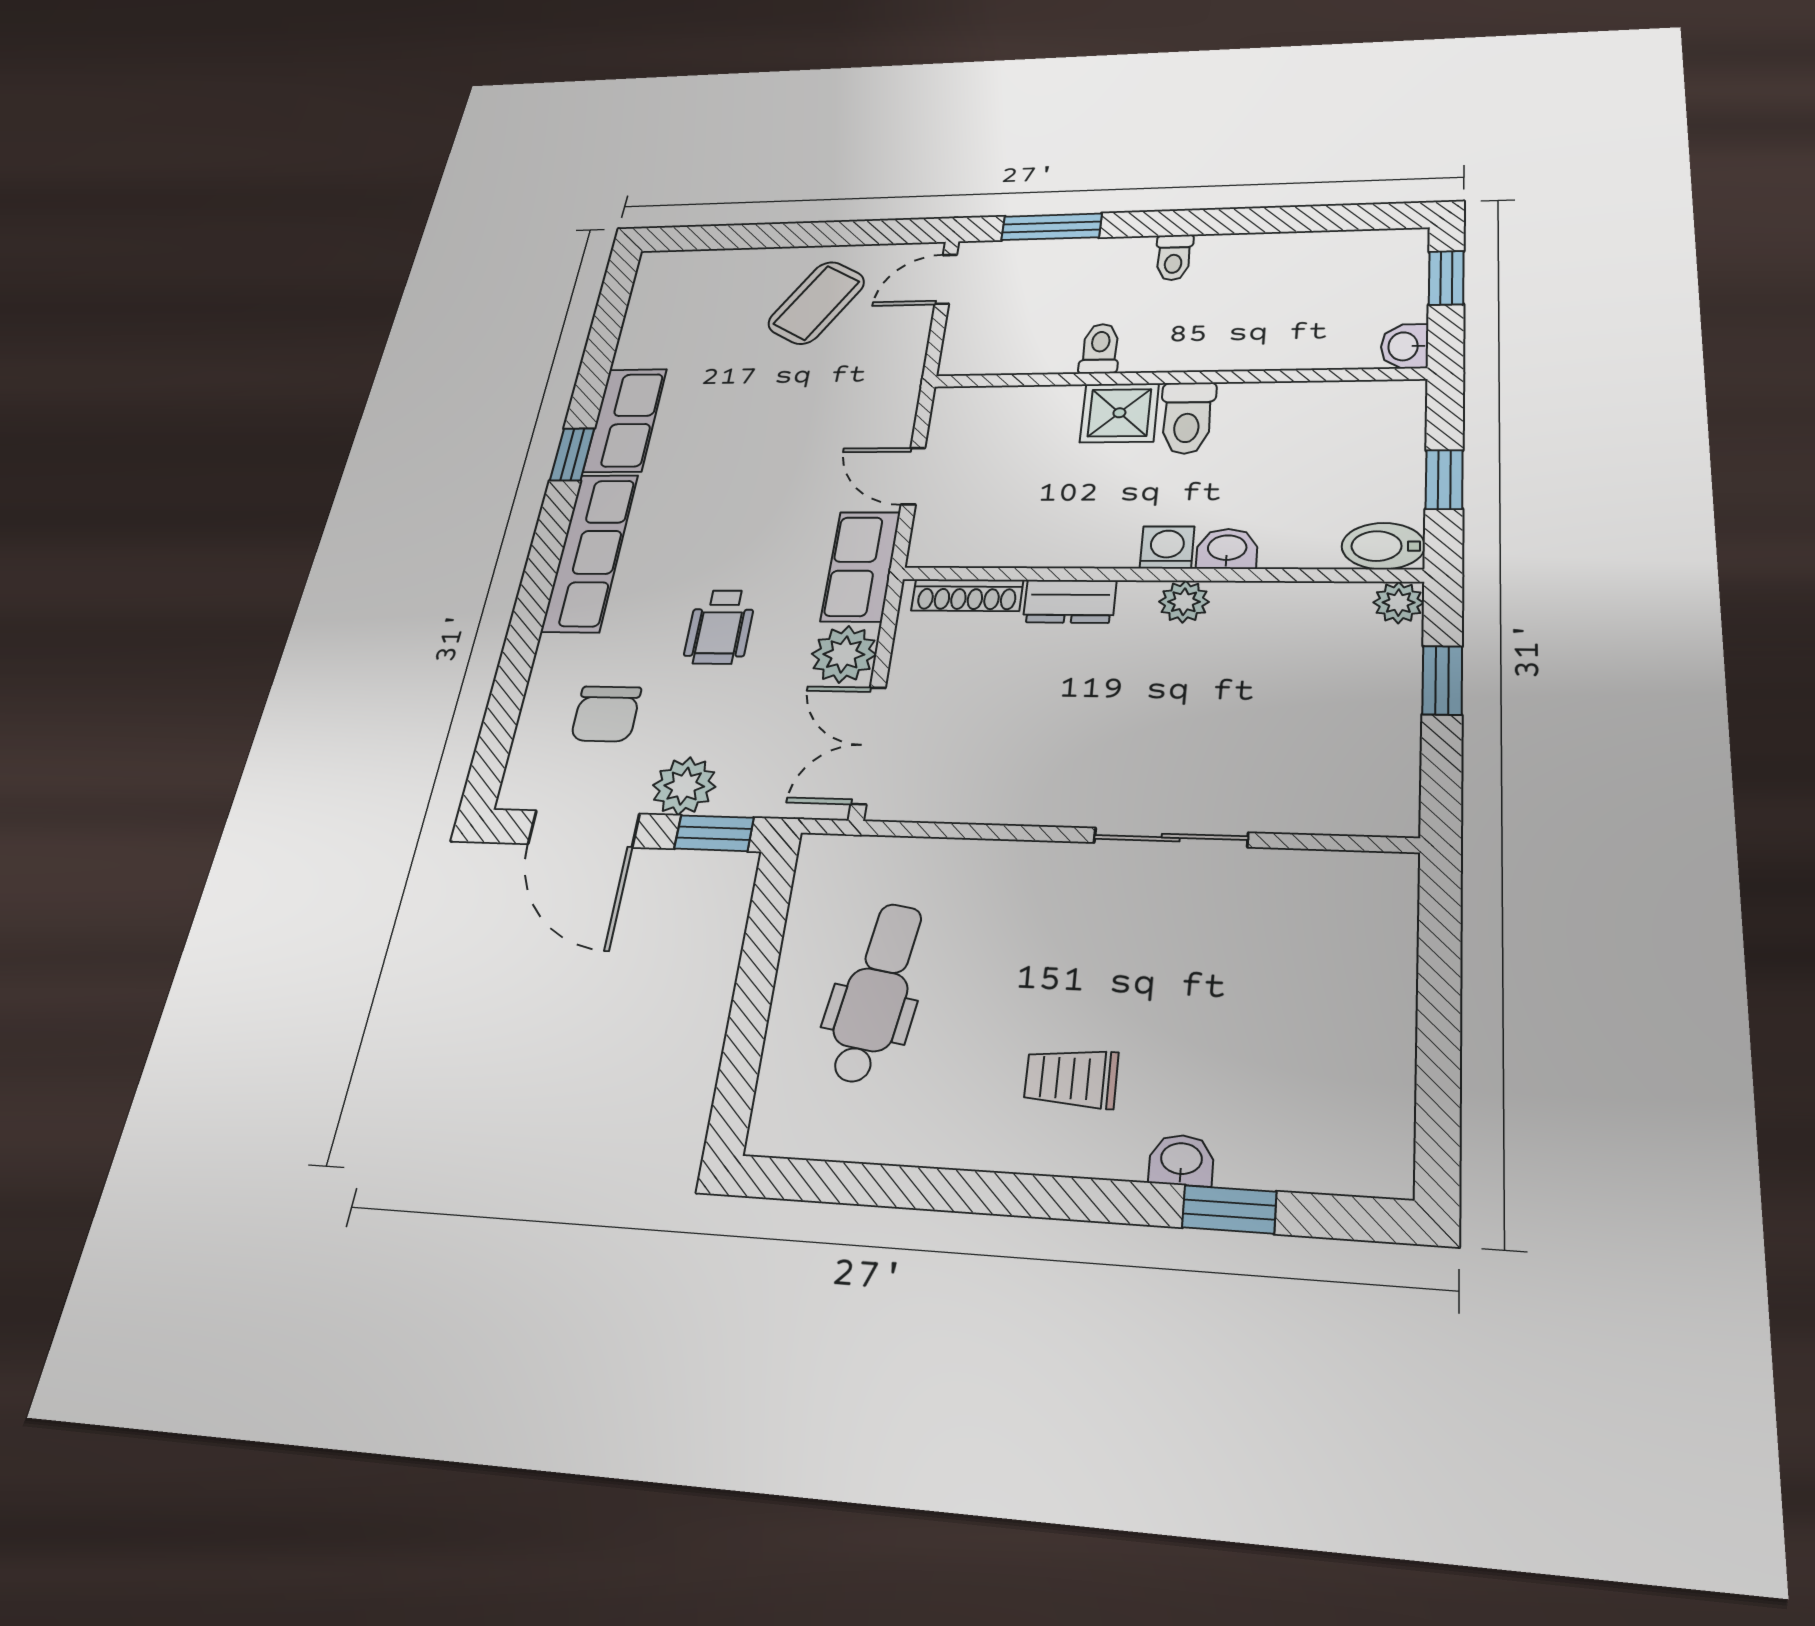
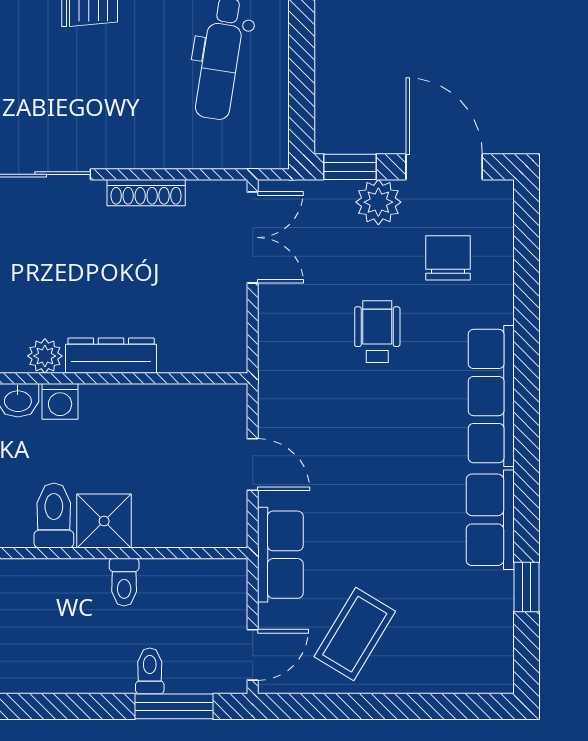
toilet: (1174, 257) -> (150, 671), moved
window: (572, 454) -> (527, 587), moved
row of seats: (861, 566) -> (280, 555), moved
shoe rack: (967, 595) -> (146, 193), moved, turned 180
dresser: (1070, 601) -> (111, 356), width x1.44
plant: (844, 654) -> (281, 310), removed

